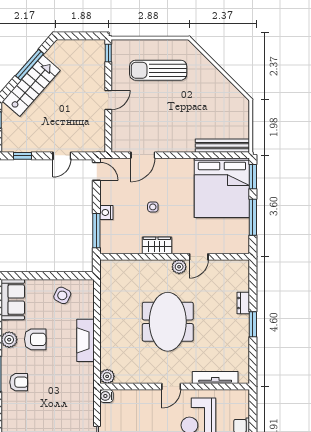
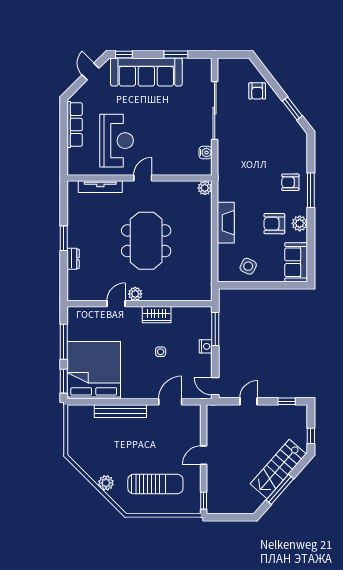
plant: (209, 71) -> (106, 483), added
bench: (222, 146) -> (120, 411), moved
water cooler: (106, 396) -> (205, 153), moved

